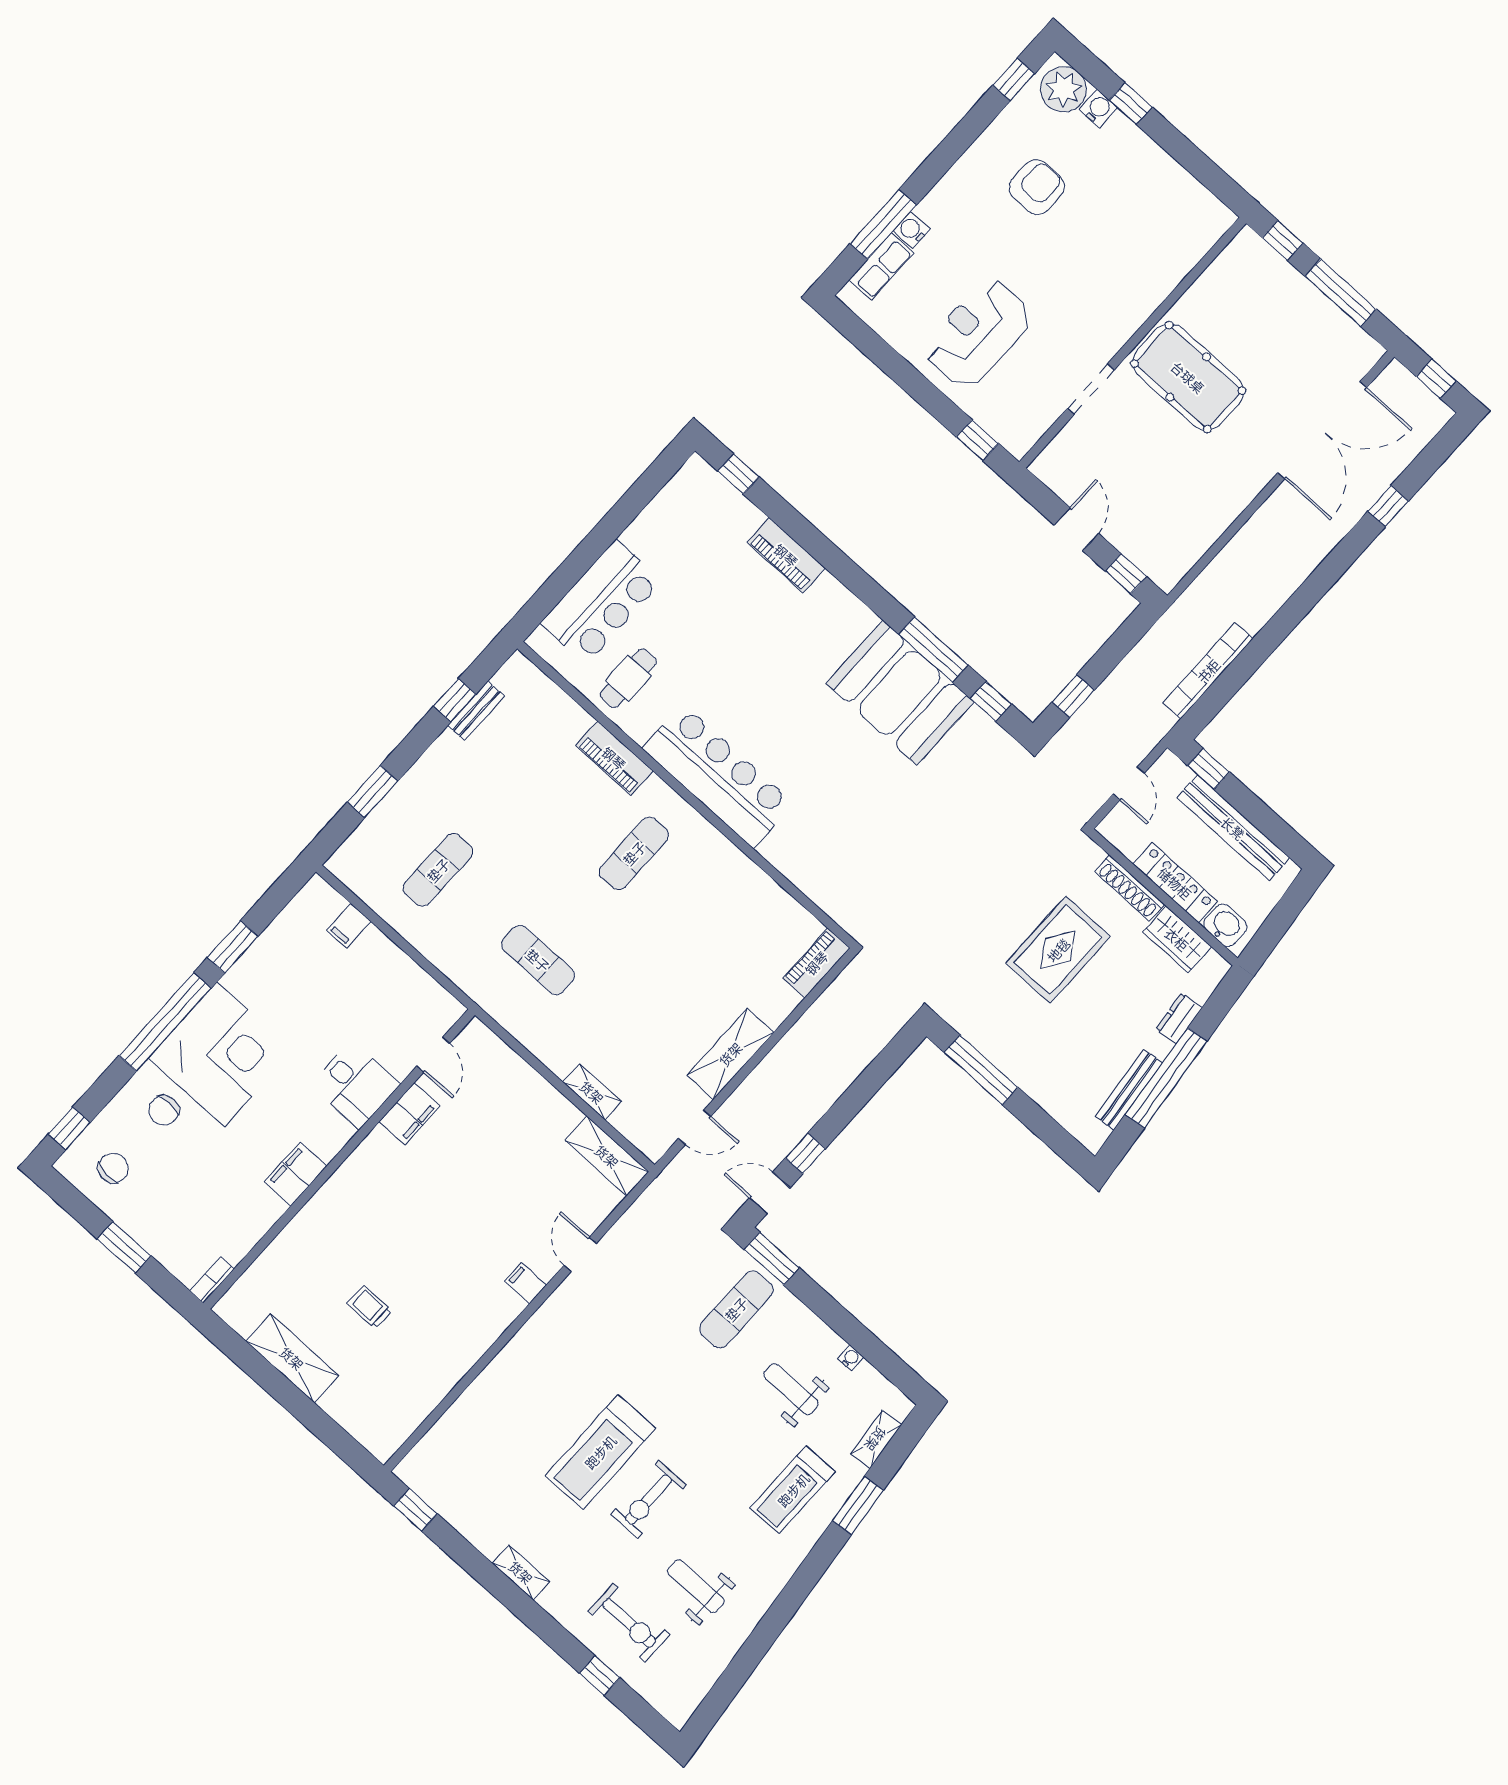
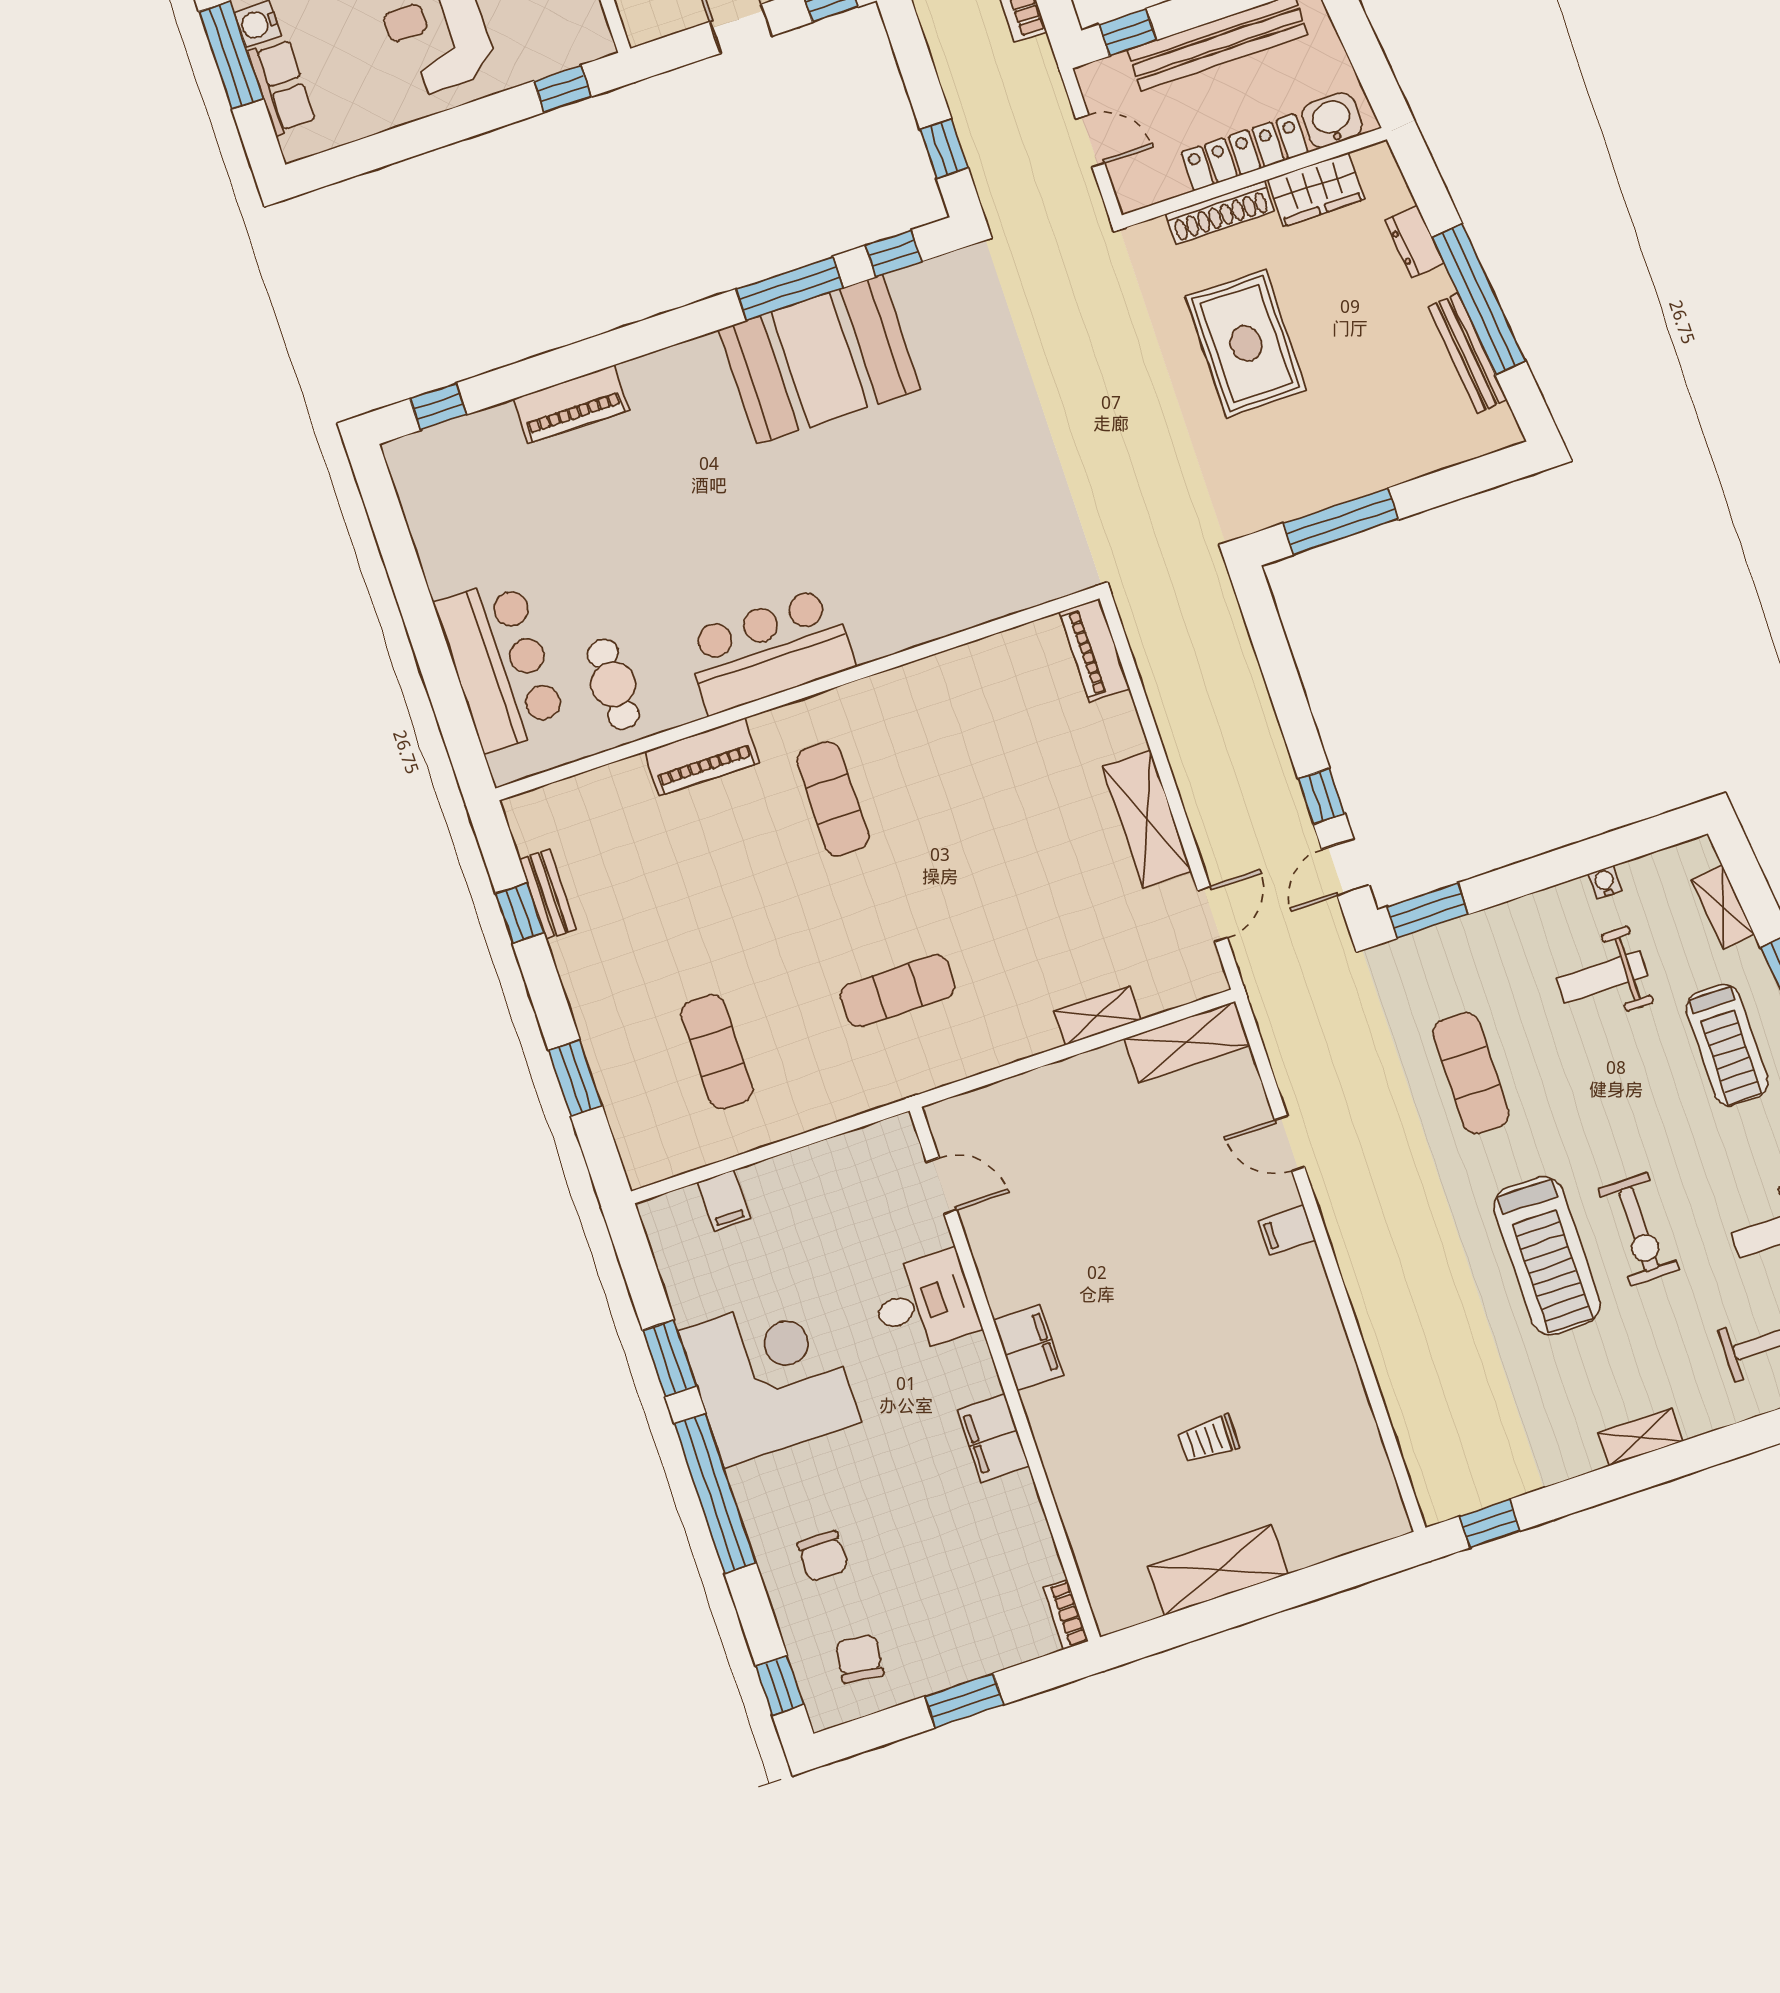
bar counter: (718, 776) -> (769, 651), width x0.73
corner desk: (221, 1054) -> (770, 1376), moved
filing cabinet: (409, 1114) -> (1029, 1347), moved
exercise mat: (736, 1309) -> (1471, 1073), moved

